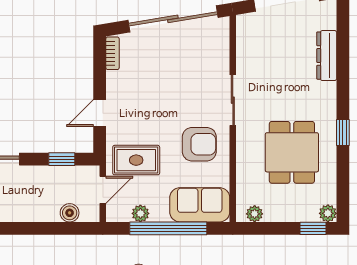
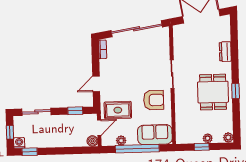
dresser: (327, 56) -> (225, 52), width x0.70
dining table: (292, 152) -> (213, 92), moved
boiler: (70, 213) -> (92, 141), moved
plant: (255, 214) -> (208, 138), moved
window: (313, 228) -> (202, 147), moved

